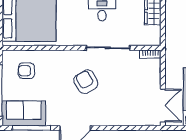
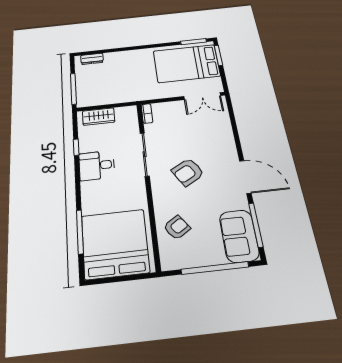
armchair: (26, 71) -> (177, 228), moved, turned -124
double door: (163, 105) -> (202, 96), swing flipped

